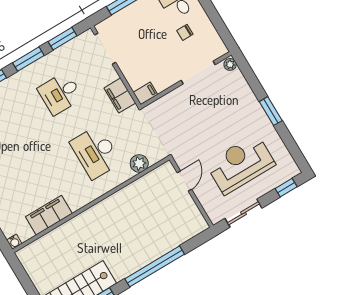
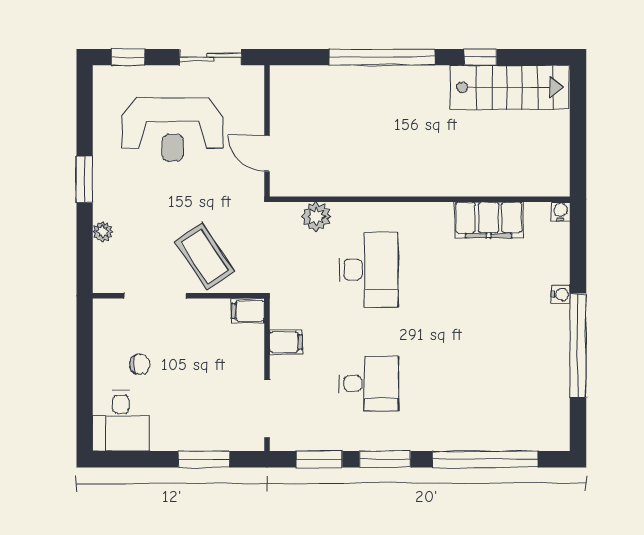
plant: (230, 64) -> (103, 232), moved
filing cabinet: (120, 95) -> (286, 342), width x0.50
coffee table: (185, 108) -> (204, 256), added
door: (184, 181) -> (267, 153), hinge flipped

